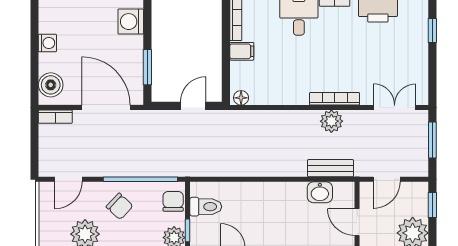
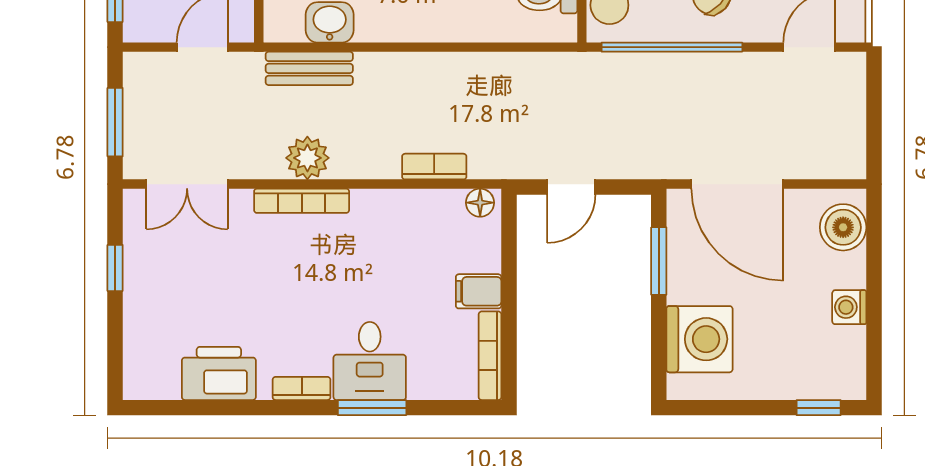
washing machine: (131, 22) -> (699, 339), width x1.37, depth x1.37
window: (432, 31) -> (115, 268), moved
bookcase: (55, 117) -> (434, 167), moved

